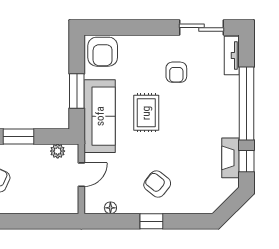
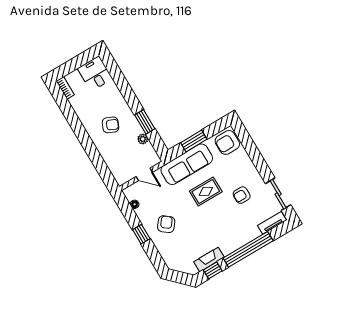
plant: (58, 151) -> (143, 139), moved

